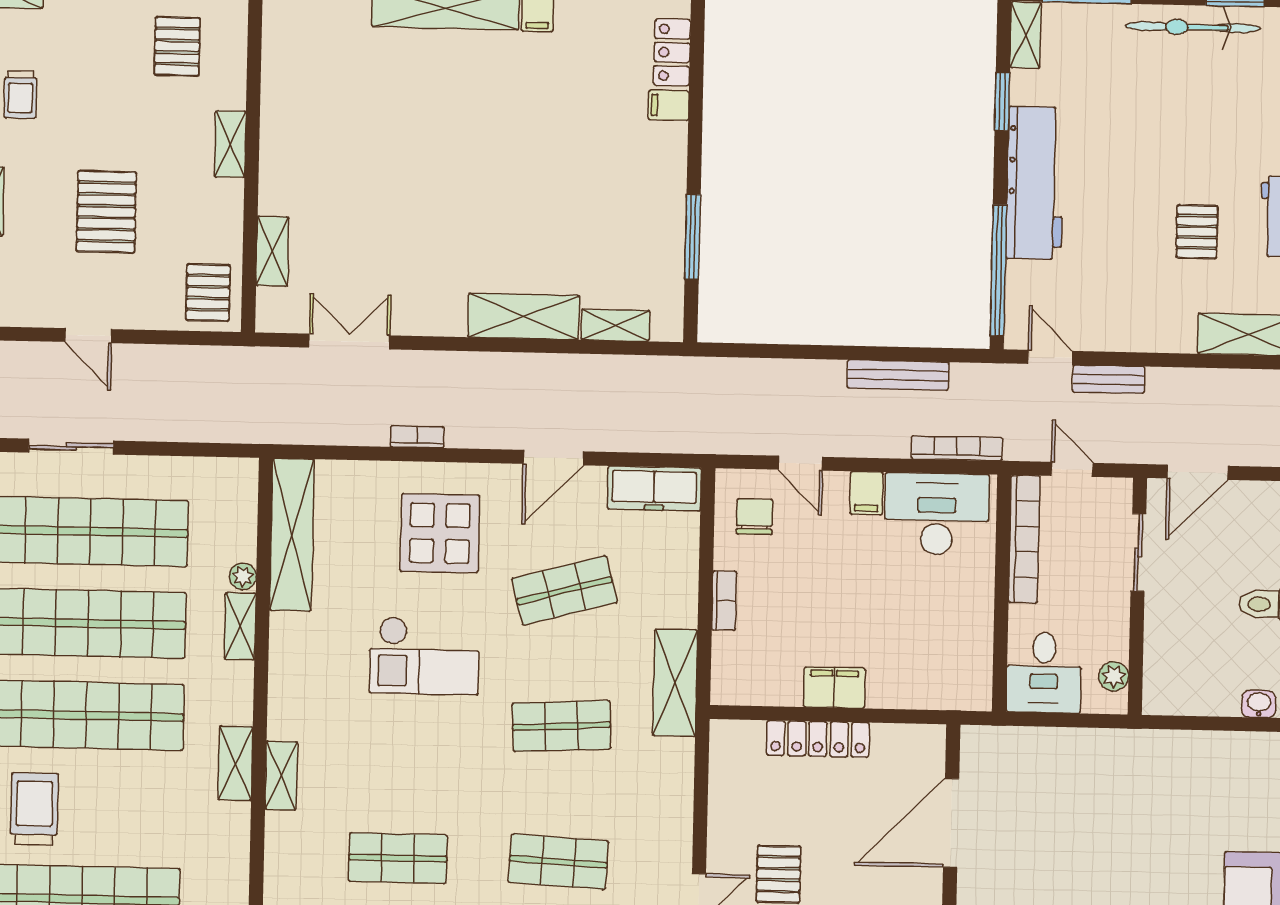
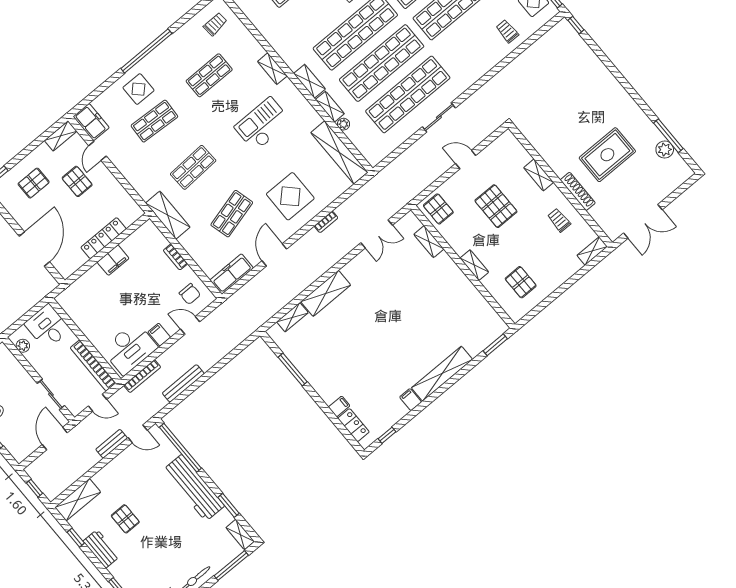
checkout: (424, 656) -> (263, 124), moved
shelving: (235, 763) -> (309, 81), moved

